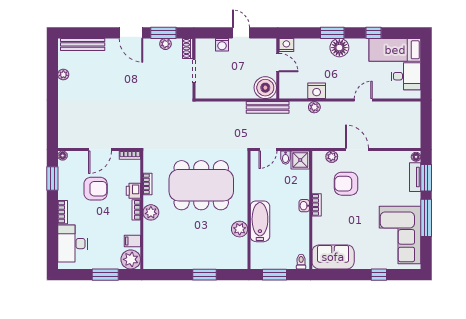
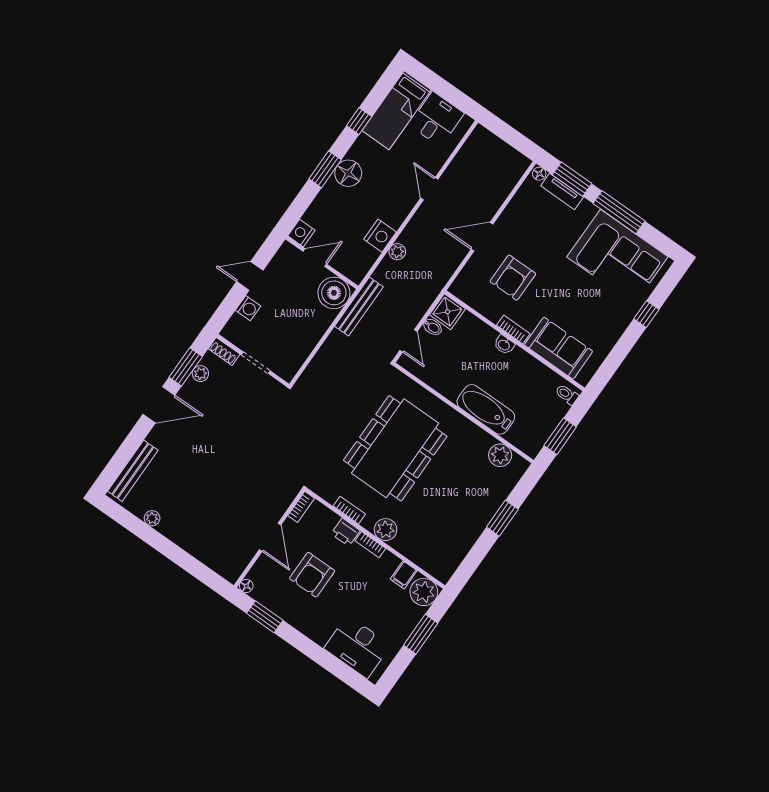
plant: (332, 157) -> (470, 272), removed
armchair: (96, 189) -> (312, 575), turned 180
bookcase: (63, 212) -> (312, 632), removed
plant: (240, 229) -> (500, 455), moved
sofa: (333, 257) -> (559, 348), moved, turned 90

